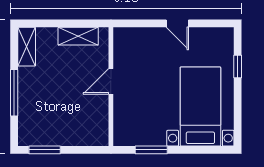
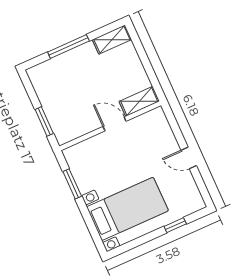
door: (177, 23) -> (189, 158), hinge flipped
shelving: (78, 36) -> (139, 101), moved, turned 90
window: (45, 150) -> (44, 121), moved

